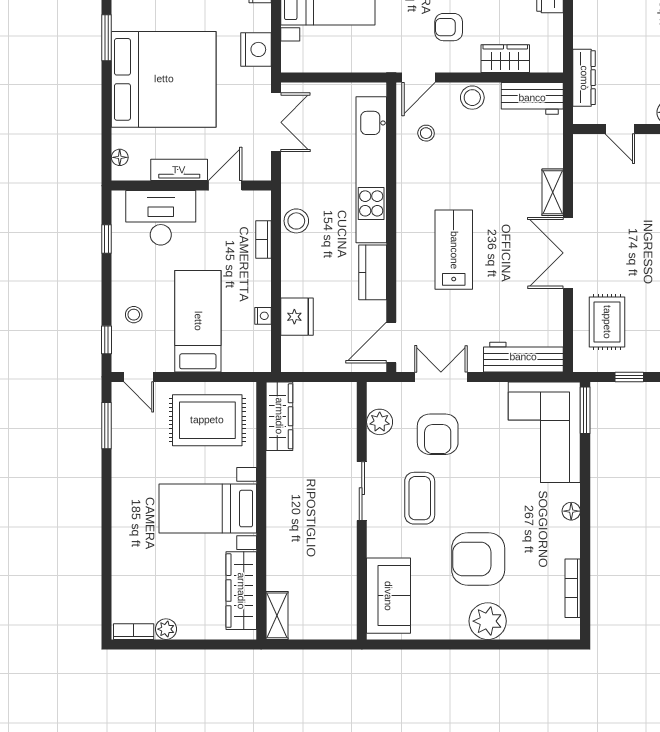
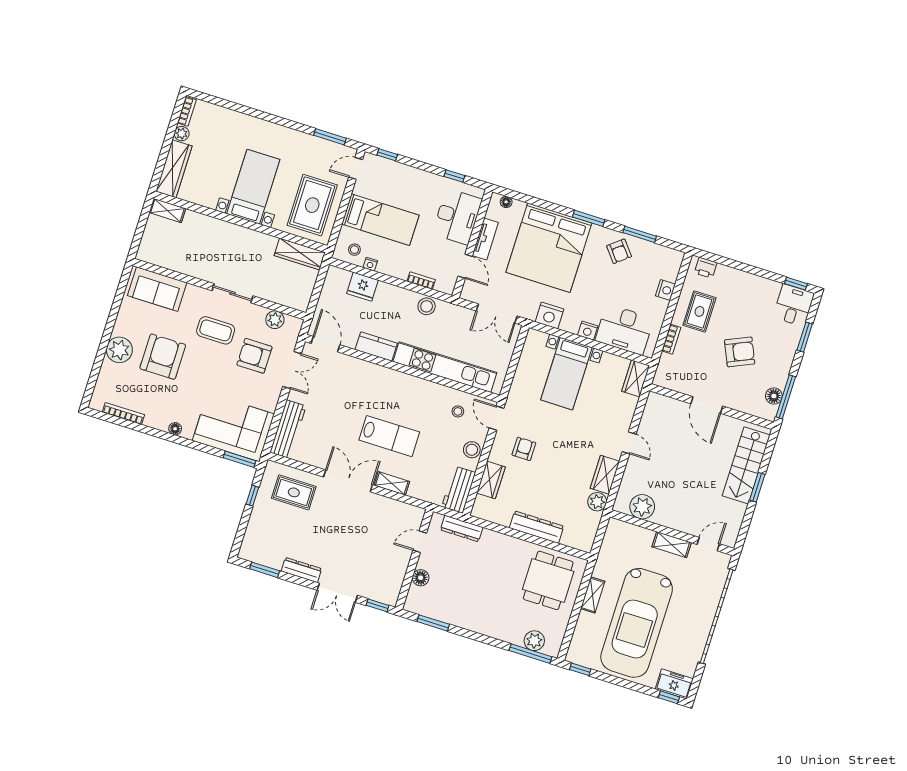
lab bench: (454, 250) -> (389, 436), moved
stool: (134, 315) -> (354, 250), moved
wardrobe: (241, 591) -> (174, 169), moved, turned 90

